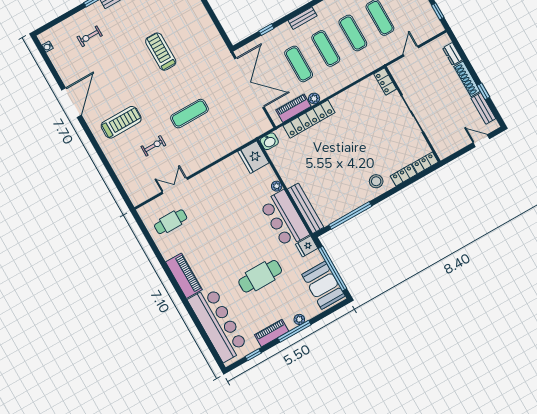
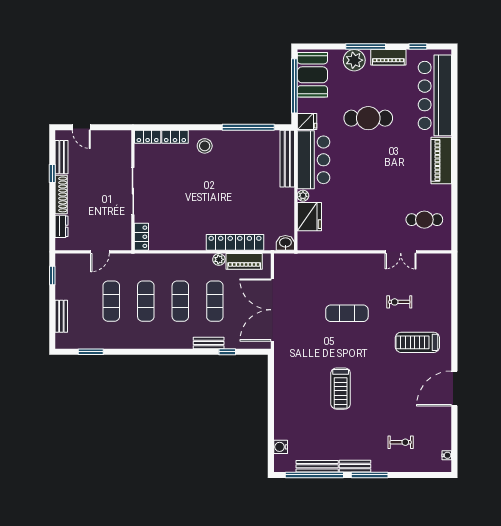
bench: (302, 18) -> (209, 343), moved
fridge: (253, 157) -> (309, 217), moved
plant: (299, 319) -> (354, 60), width x1.88, depth x1.88

